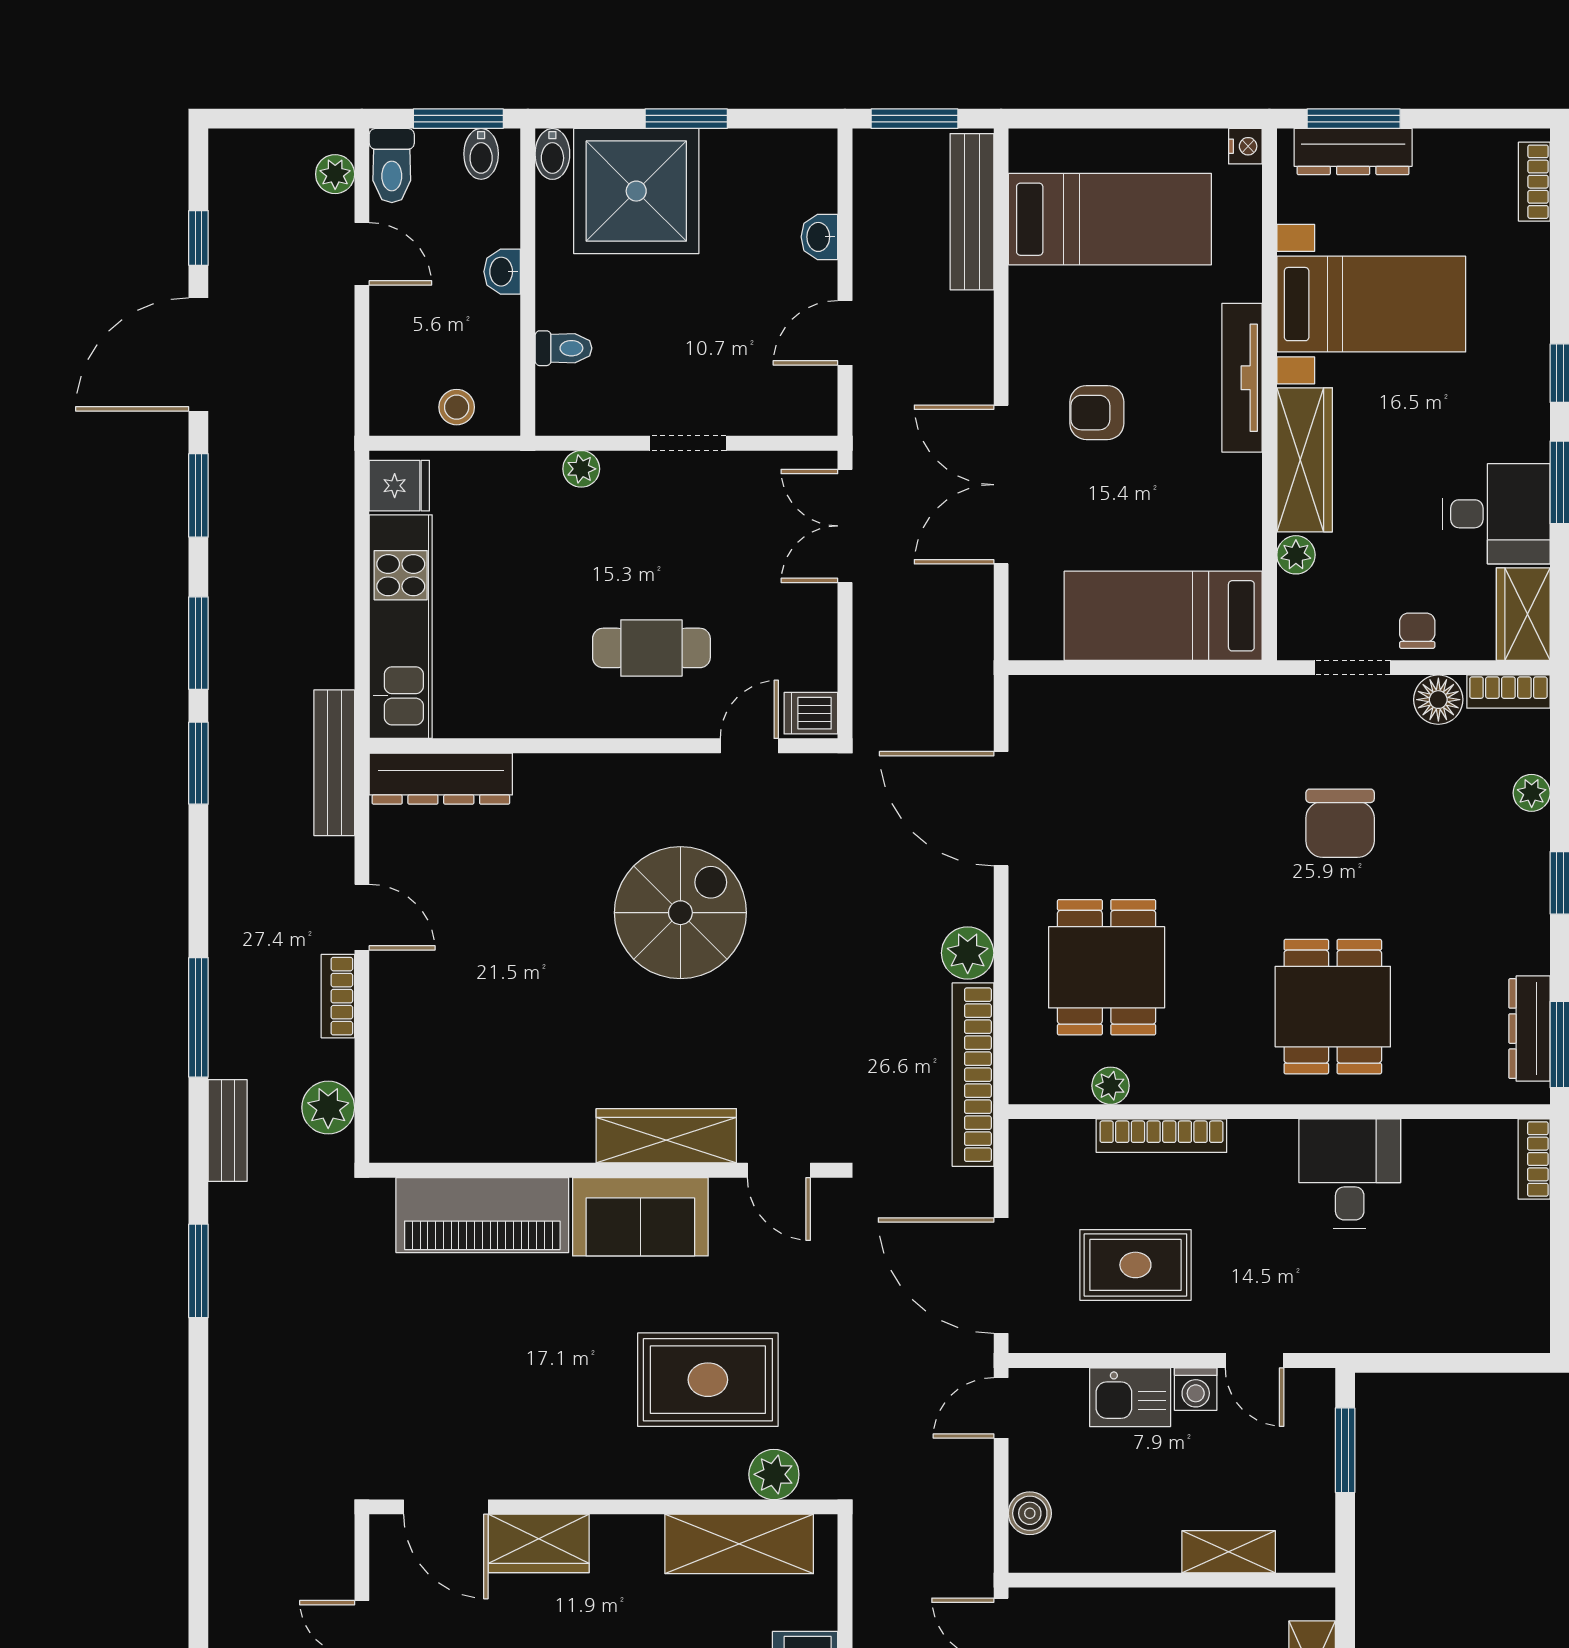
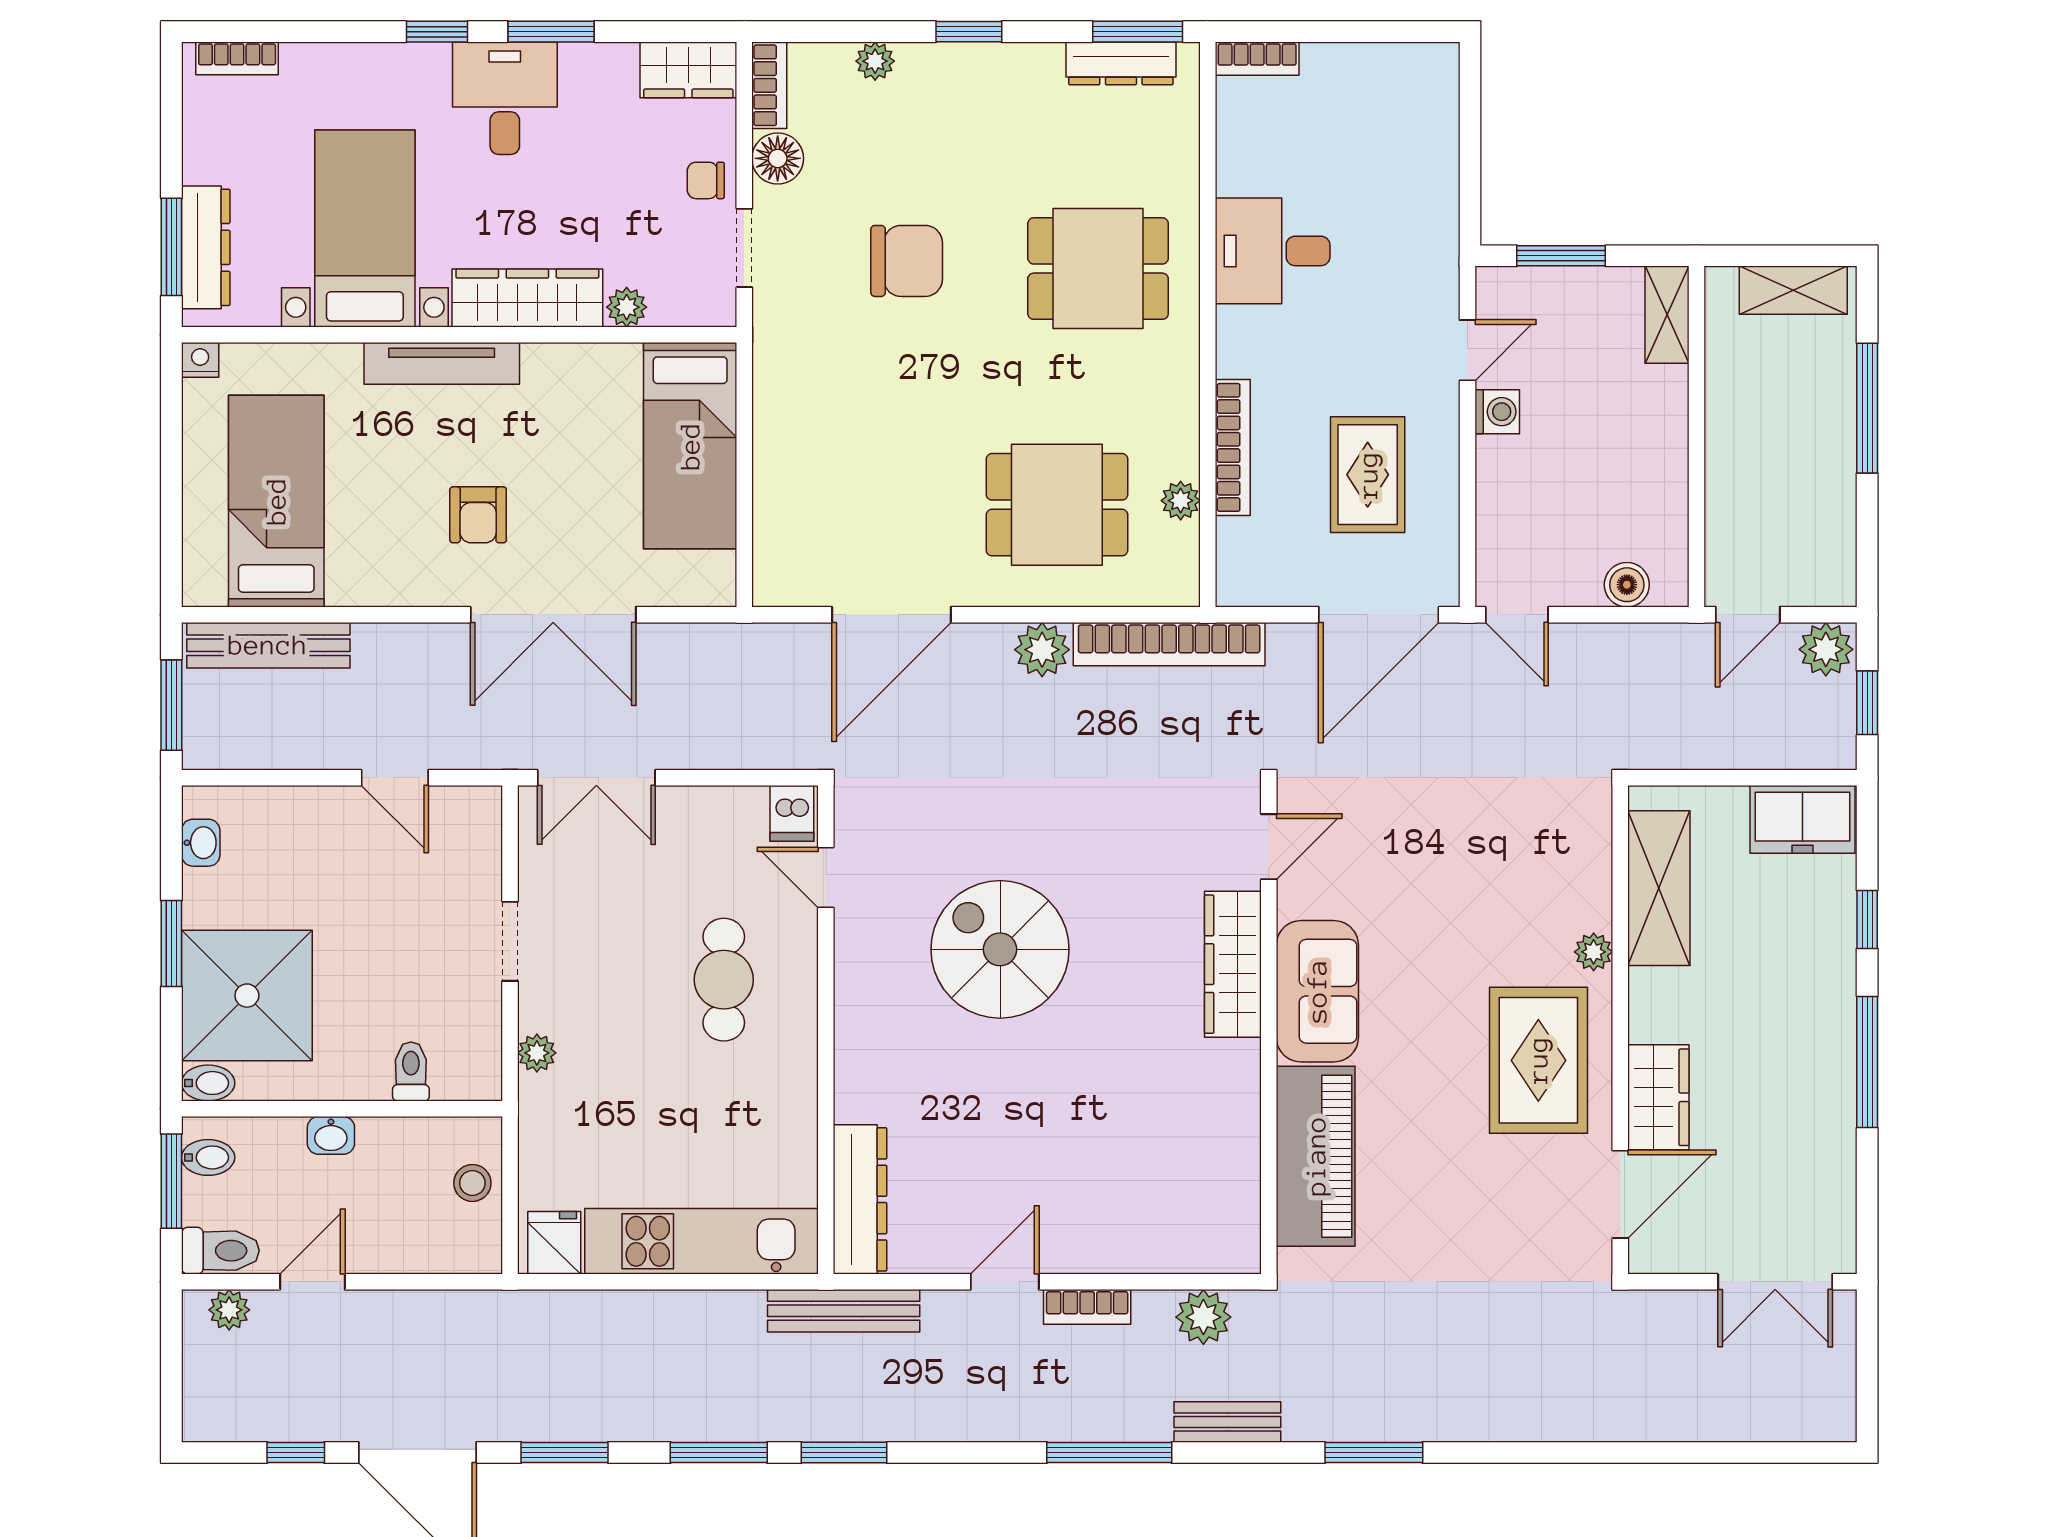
washbasin: (819, 237) -> (201, 843), moved, turned -90
desk: (1496, 514) -> (505, 98), moved
rug: (708, 1380) -> (1538, 1060), moved
kitchen sink: (1130, 1397) -> (1506, 480), removed
plant: (774, 1474) -> (1594, 952), moved, width x0.73, depth x0.73
shelving: (1229, 1552) -> (1667, 315), moved

